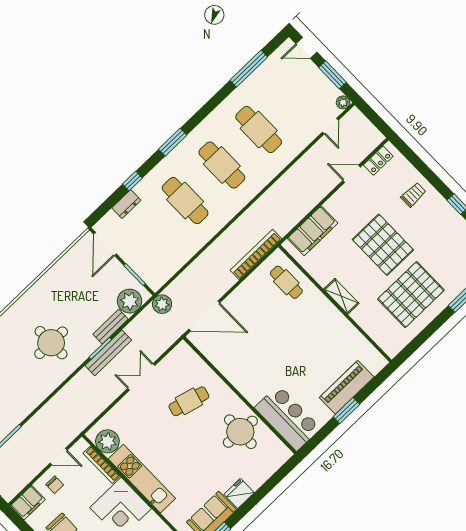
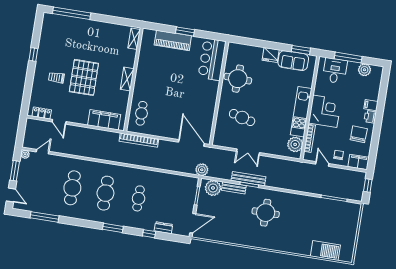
trolley: (413, 195) -> (56, 78), moved
cafe table: (185, 201) -> (139, 198), width x0.73, depth x0.74
pallet: (411, 295) -> (99, 43), removed
shelving: (384, 342) -> (134, 39), added

